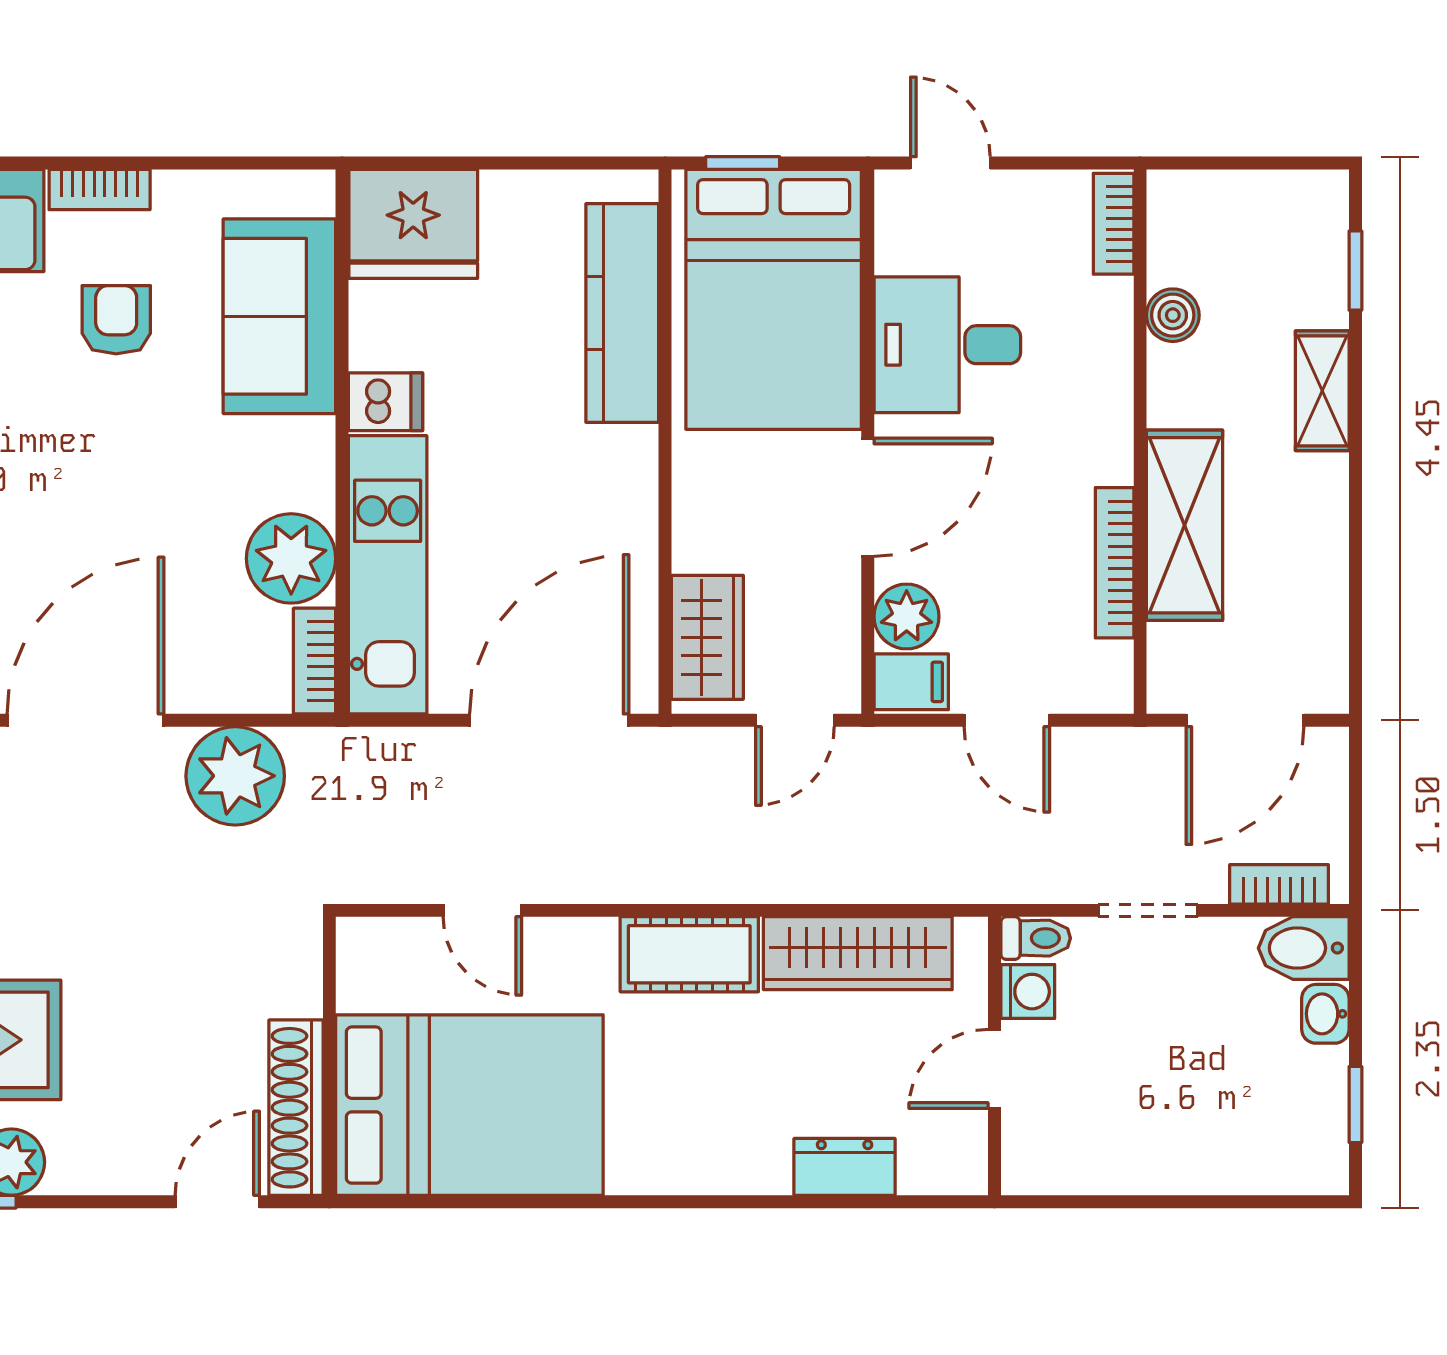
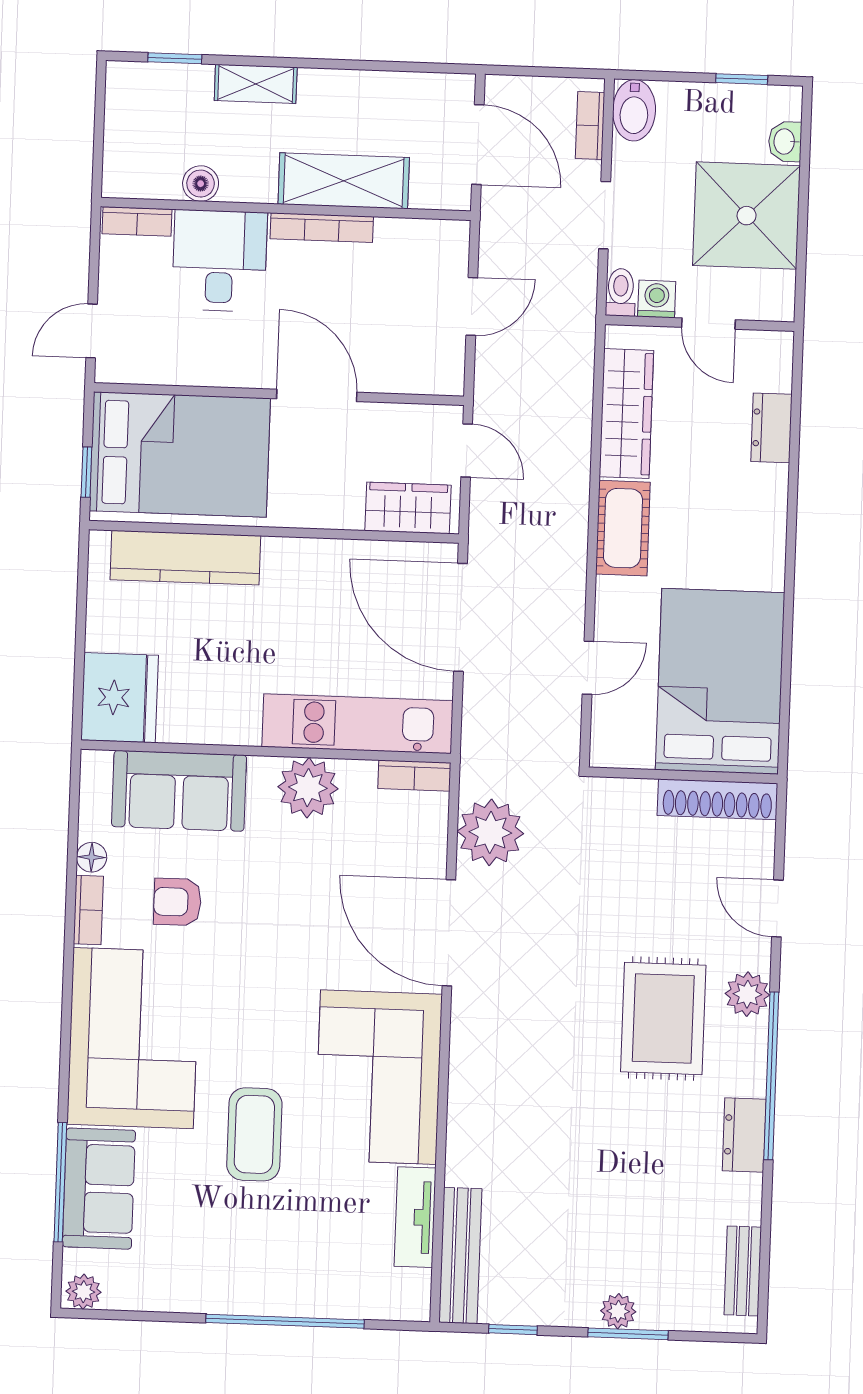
floor lamp: (177, 191) -> (92, 857), added
desk: (947, 345) -> (220, 261), moved, turned 180
dishwasher: (386, 402) -> (240, 721), removed
plant: (291, 558) -> (308, 788), moved
bookcase: (1115, 563) -> (322, 228), moved
plant: (907, 616) -> (399, 372), removed
filing cabinet: (911, 682) -> (443, 370), removed
washbasin: (1325, 1014) -> (785, 142), moved, turned 90
shower: (1155, 1119) -> (747, 216), added
door: (217, 1202) -> (777, 909), moved

